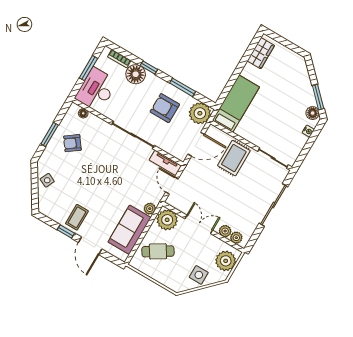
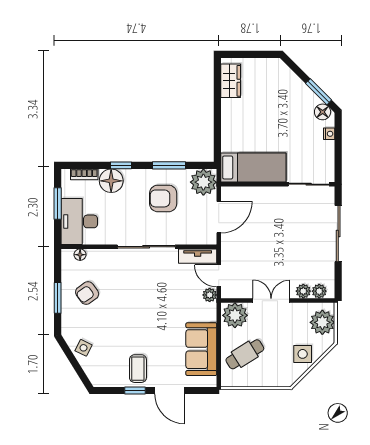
bed: (236, 104) -> (253, 167), moved, turned 90
rug: (234, 158) -> (267, 209), removed
plant: (150, 209) -> (210, 295), moved

